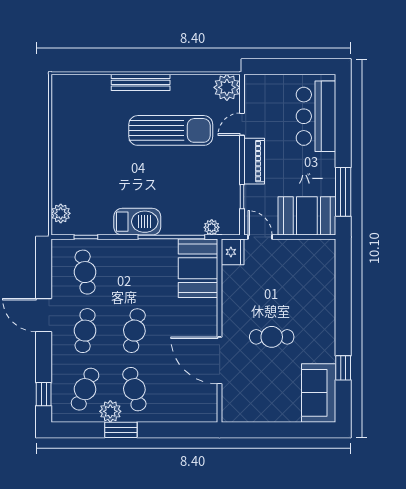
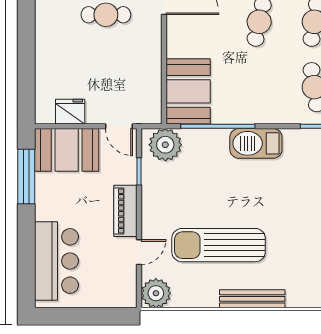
plant: (212, 227) -> (165, 145), width x1.88, depth x1.88
fridge: (233, 252) -> (70, 112), moved, turned 90

